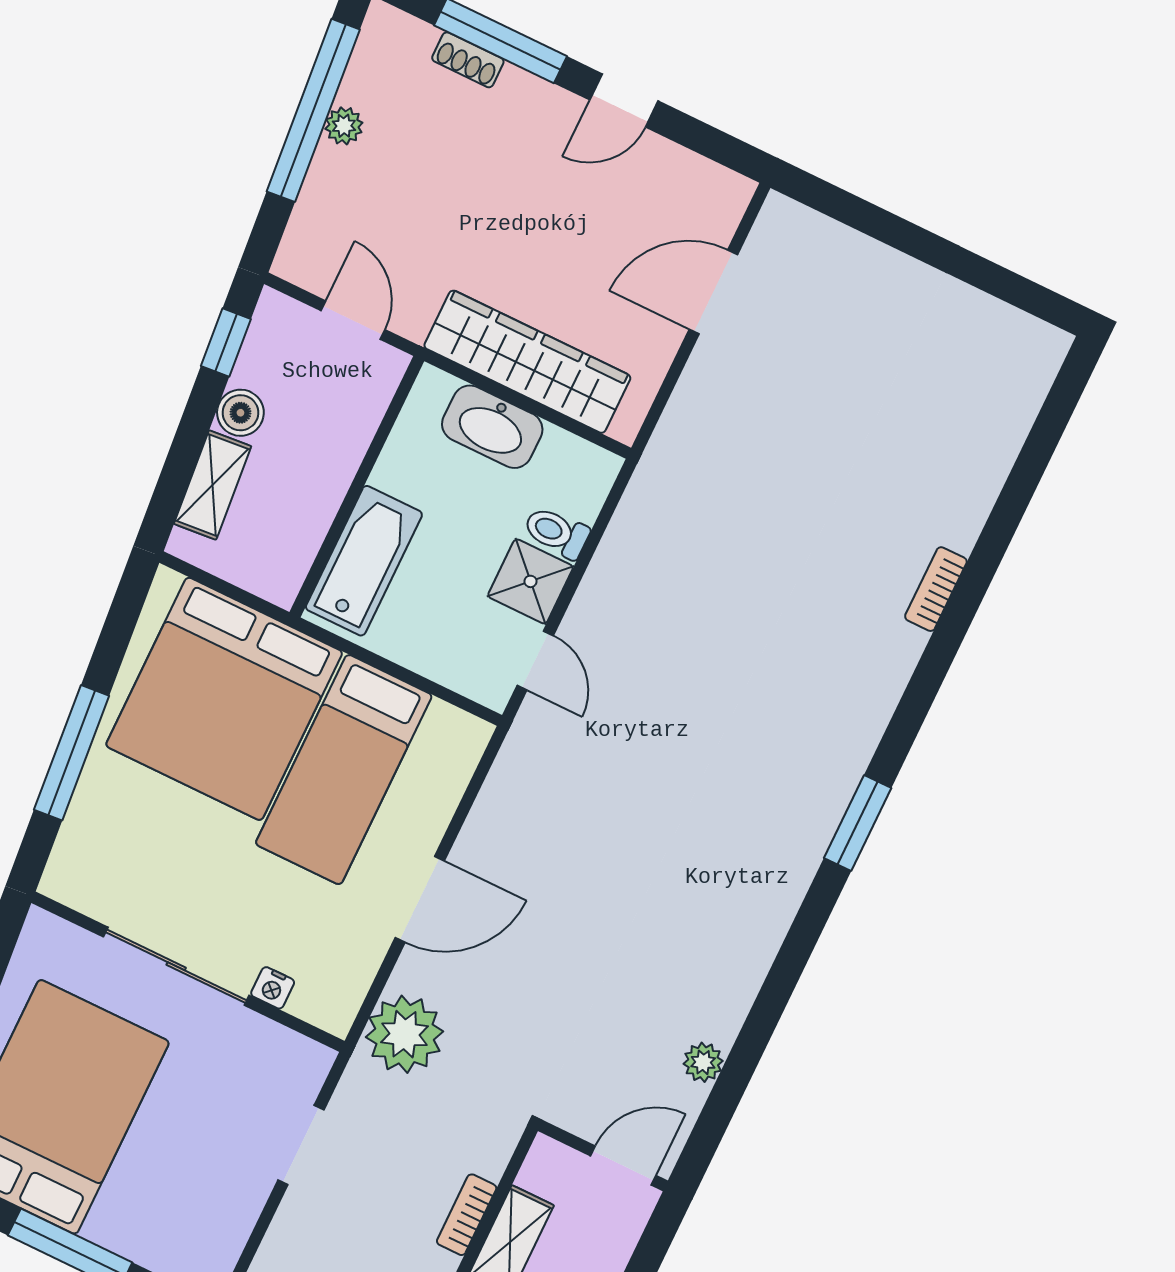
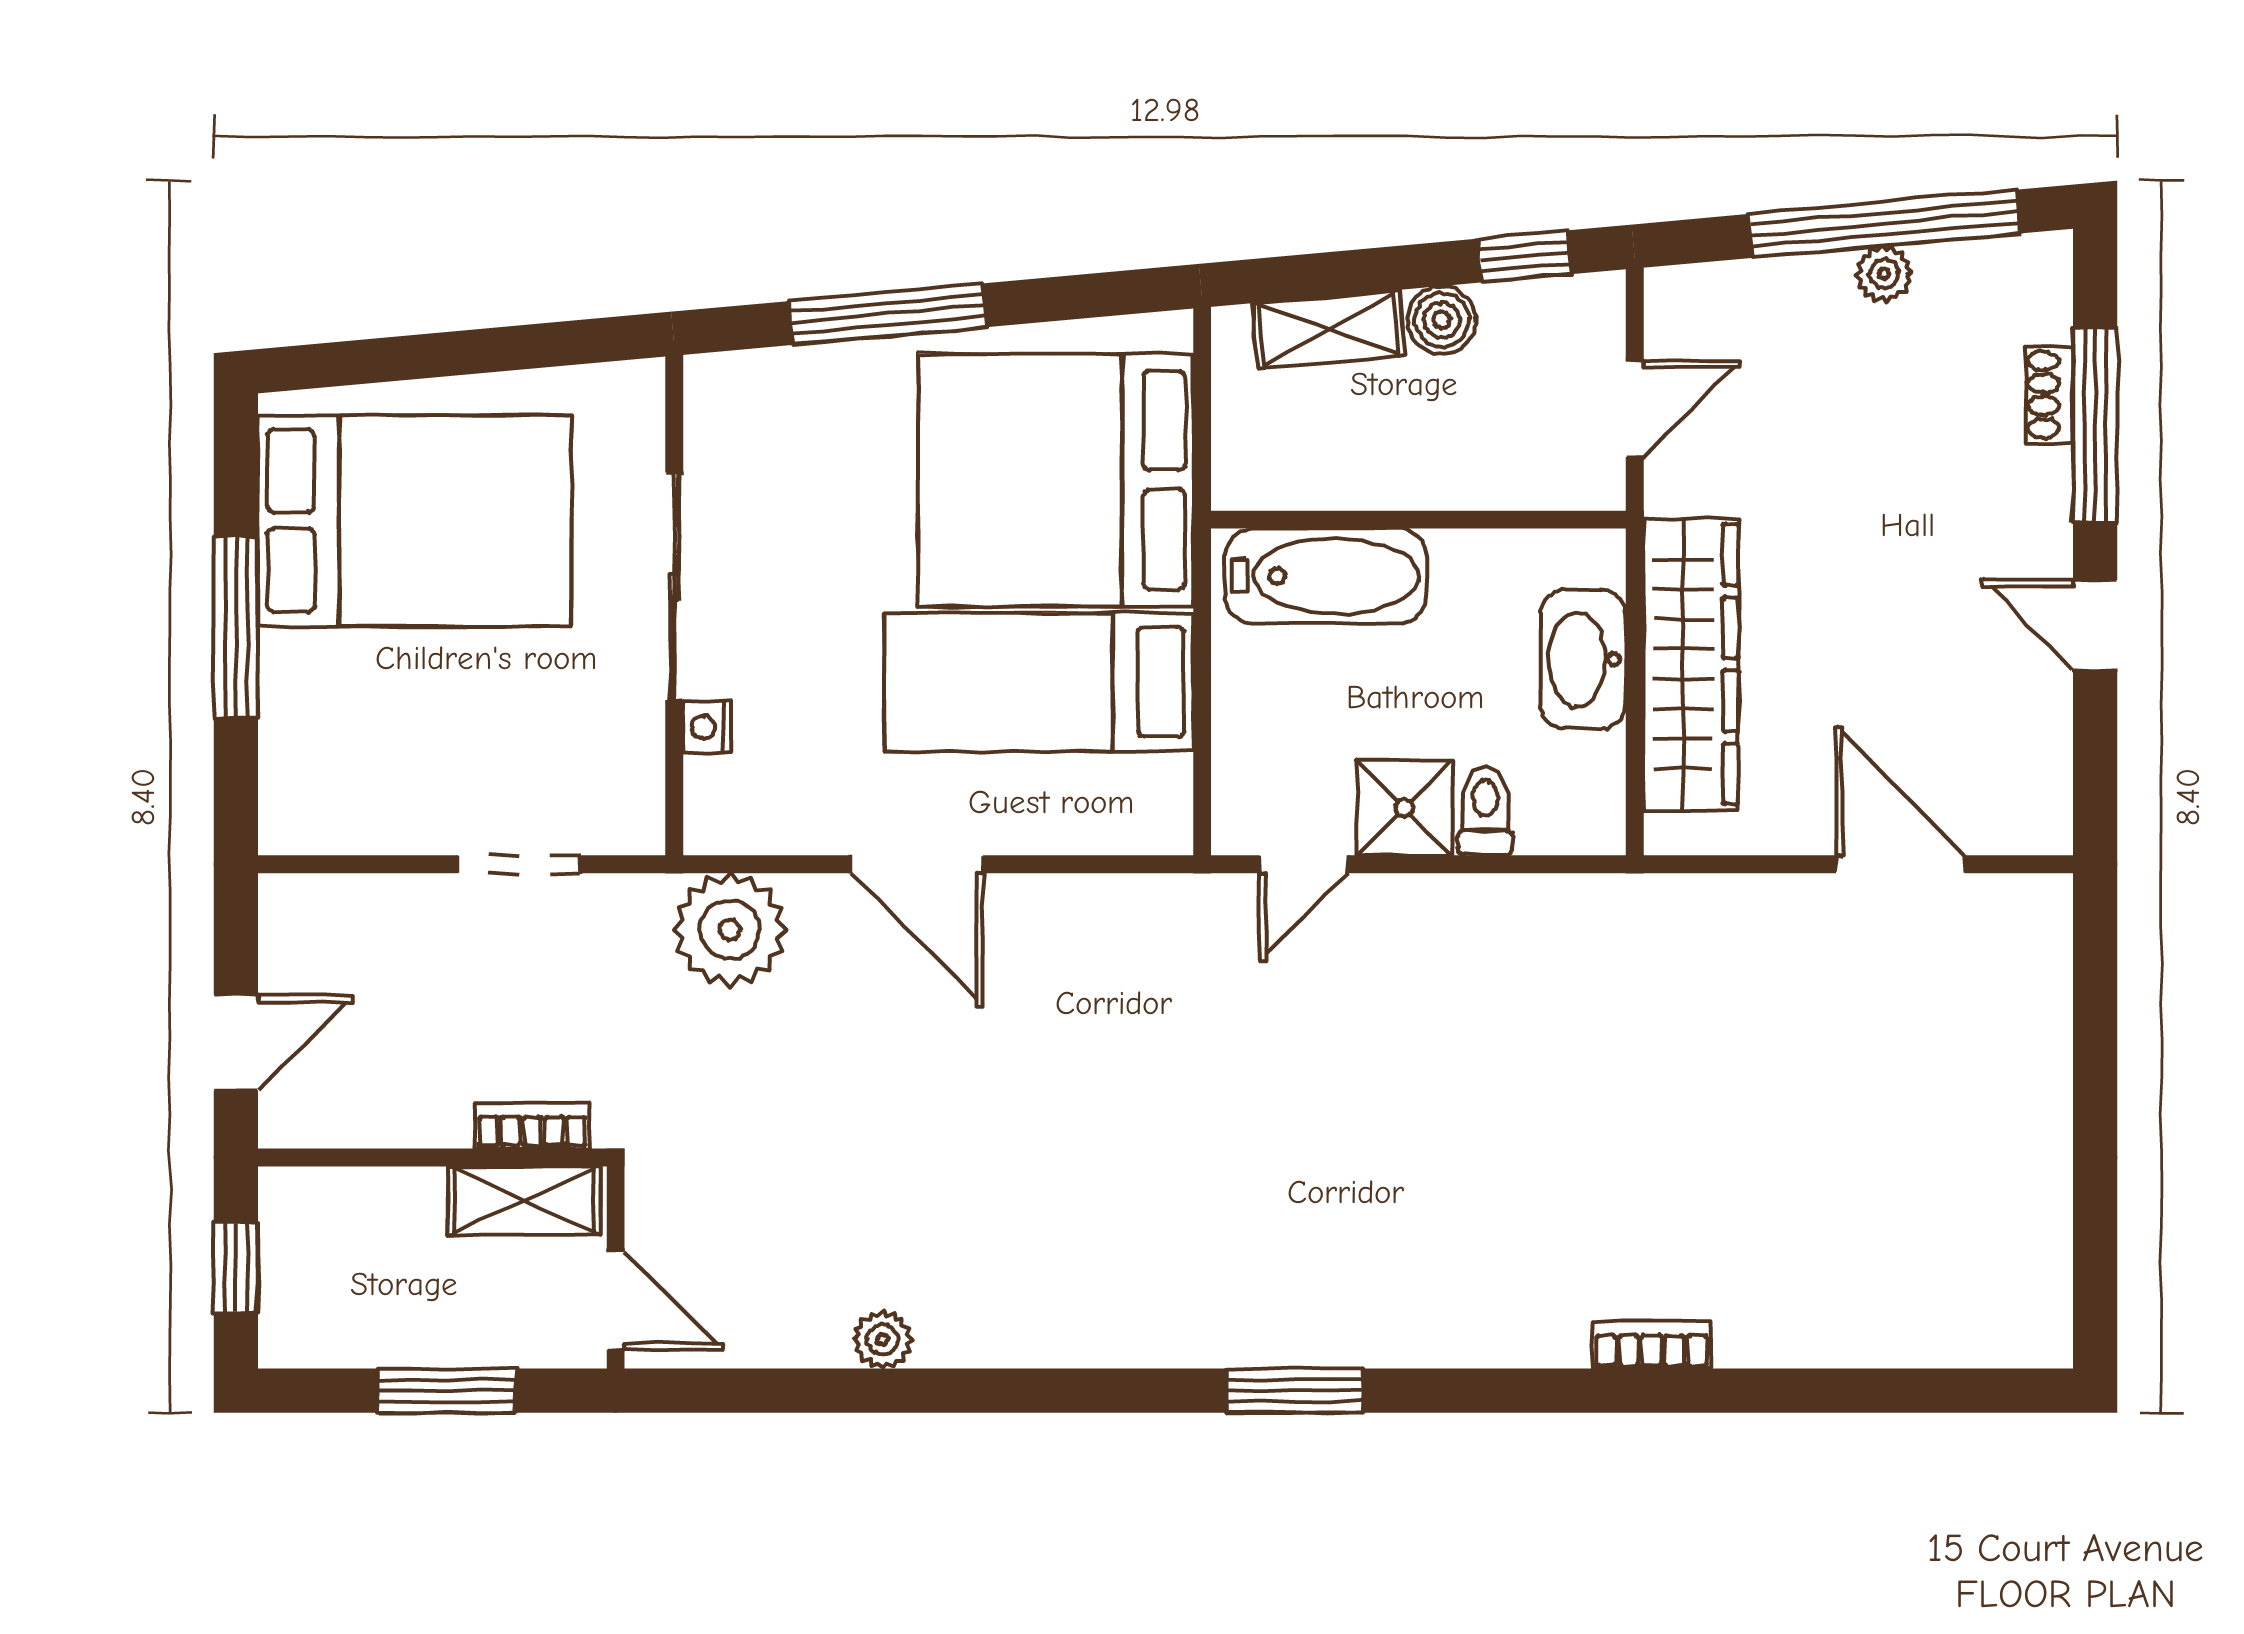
wall: (603, 1156) -> (616, 1267), moved
door: (623, 1166) -> (616, 1300), moved

